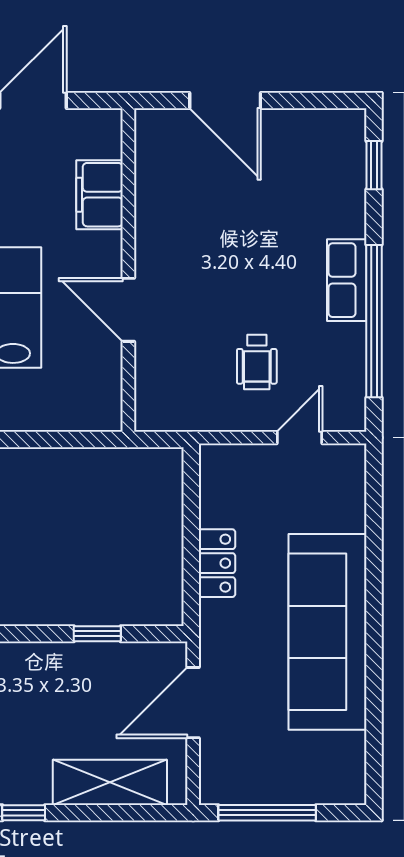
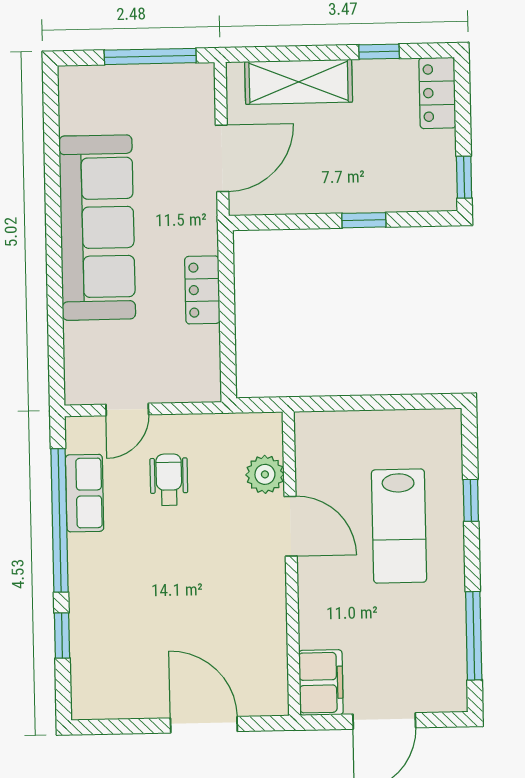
window: (374, 165) -> (62, 636), moved
filing cabinet: (100, 195) -> (321, 683), moved
row of seats: (347, 280) -> (85, 493), moved
plant: (154, 366) -> (265, 474), added
window: (97, 634) -> (364, 220), moved

